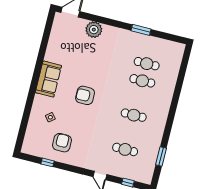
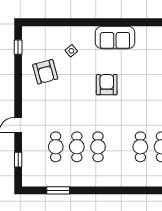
cafe table: (129, 132) -> (77, 147), added
armchair: (62, 143) -> (45, 72), turned 75
window: (48, 162) -> (18, 47), moved

